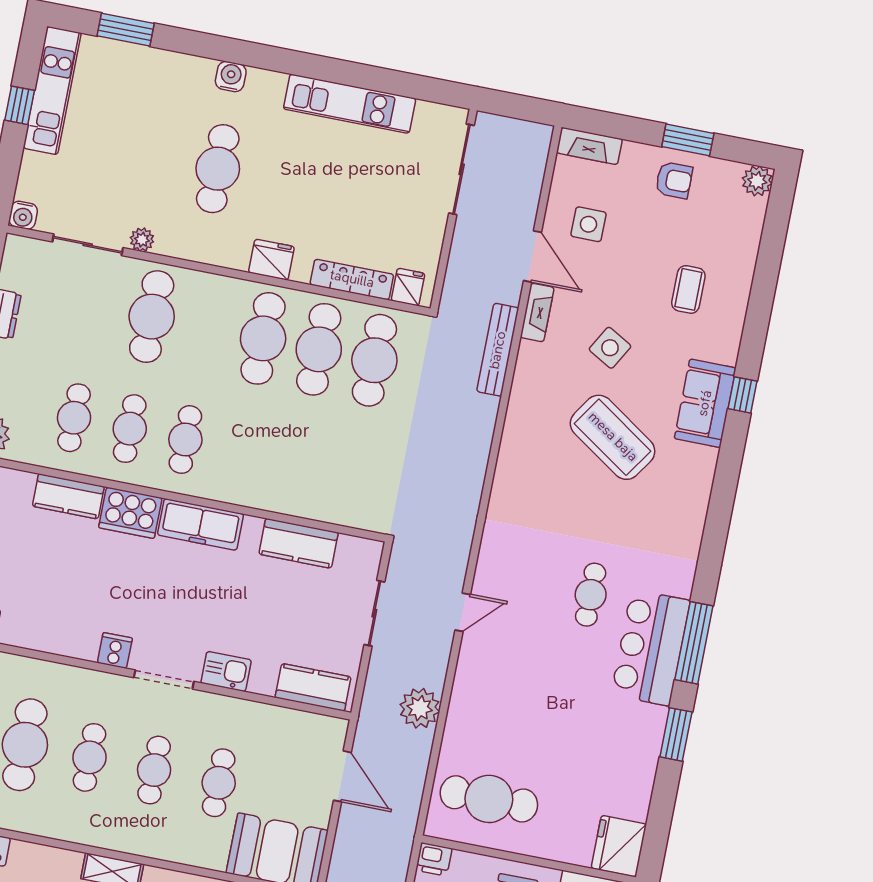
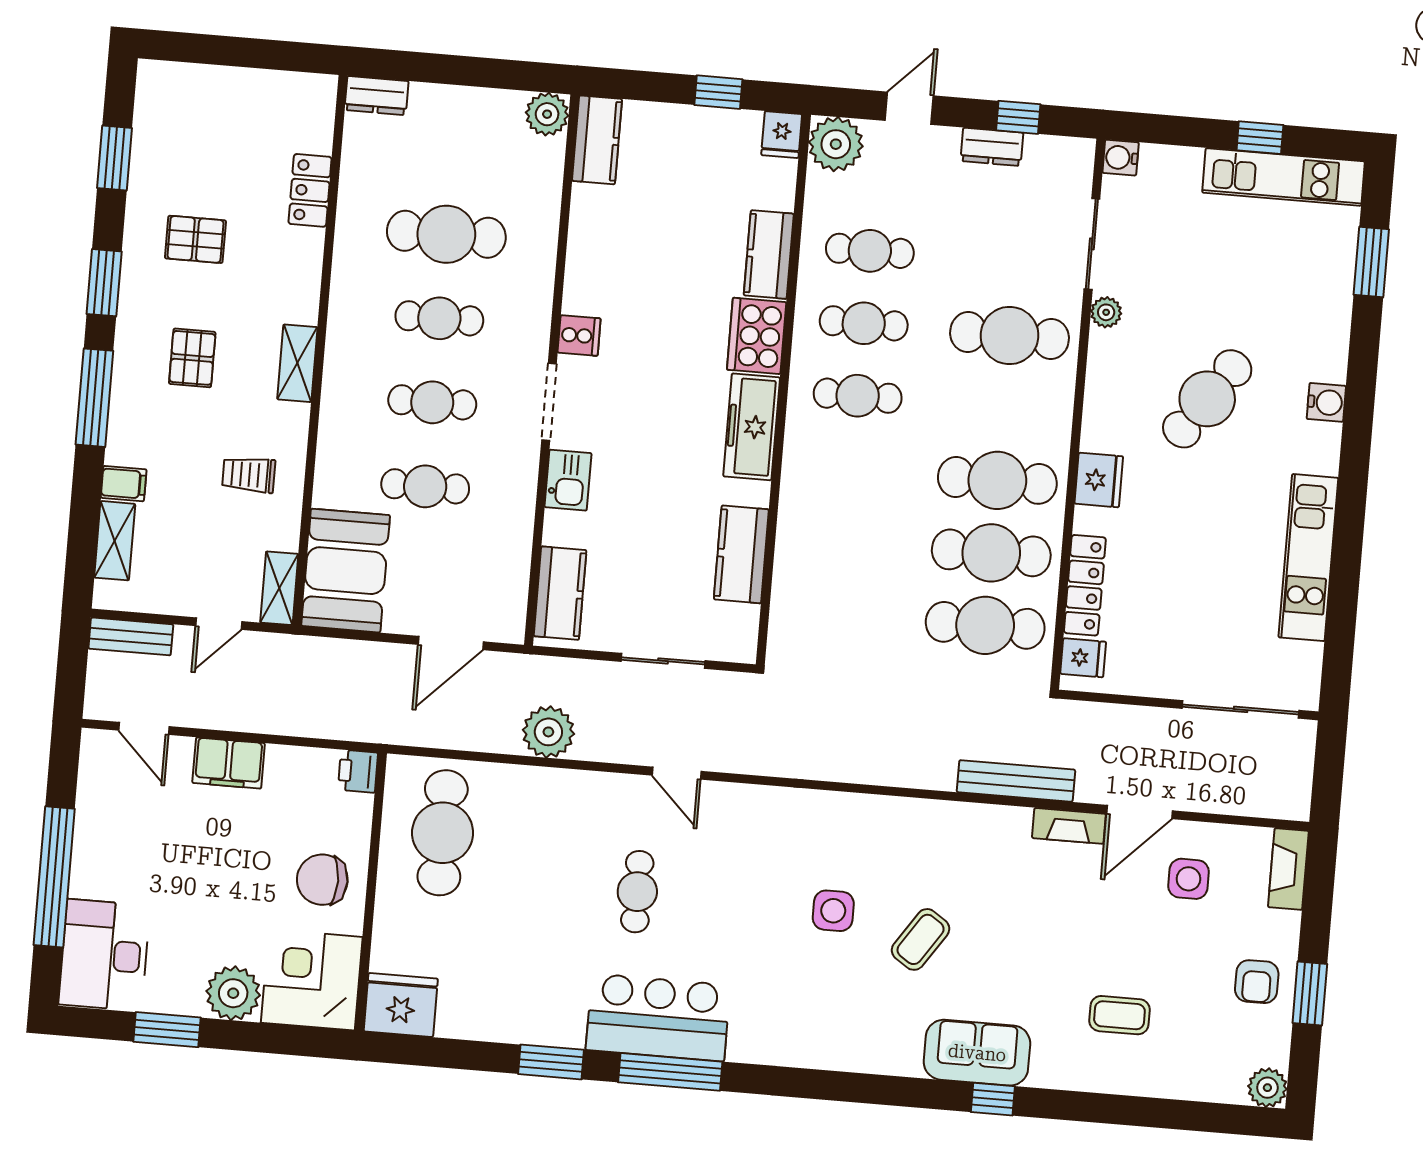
cafe table: (218, 169) -> (1207, 399), turned -55
side table: (610, 348) -> (833, 911), moved, turned -30
coffee table: (613, 437) -> (921, 939), width x0.54, depth x0.58
cafe table: (591, 595) -> (637, 892), moved, turned 90

